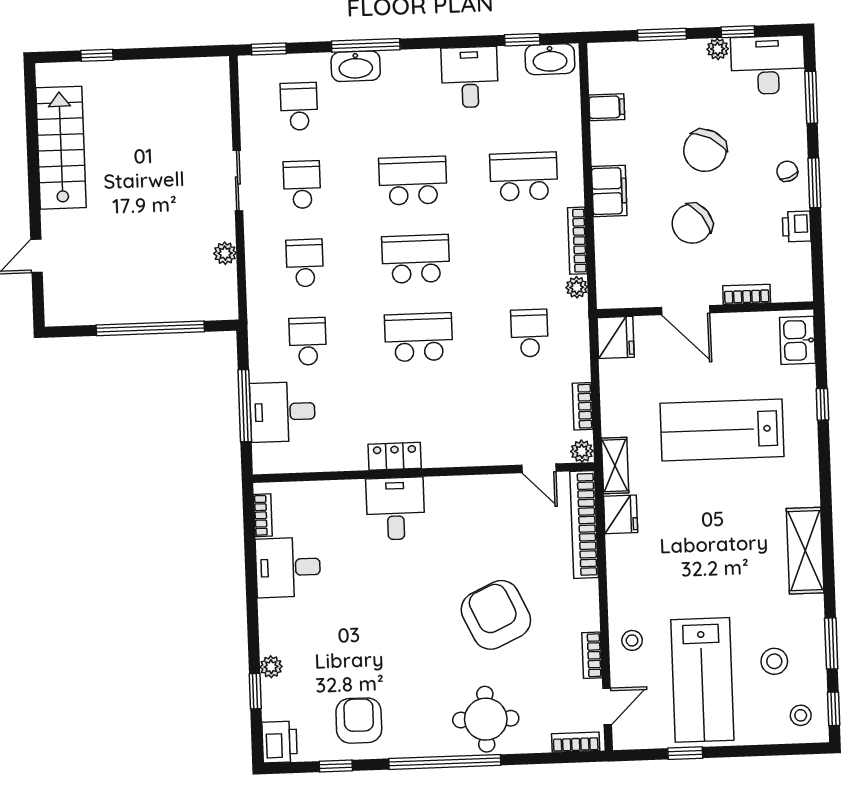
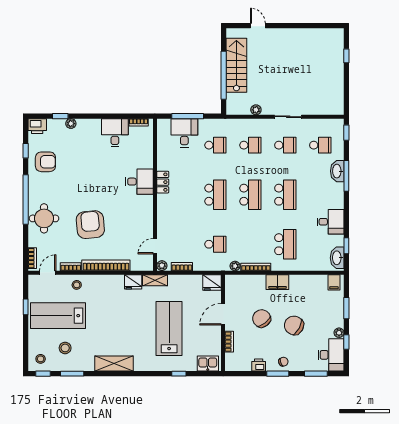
filing cabinet: (607, 107) -> (334, 282), moved
stairs: (61, 148) -> (236, 65), moved, turned -90
bookcase: (584, 524) -> (106, 265), moved
armchair: (496, 615) -> (90, 225), turned -70
door: (607, 706) -> (48, 273), swing flipped

